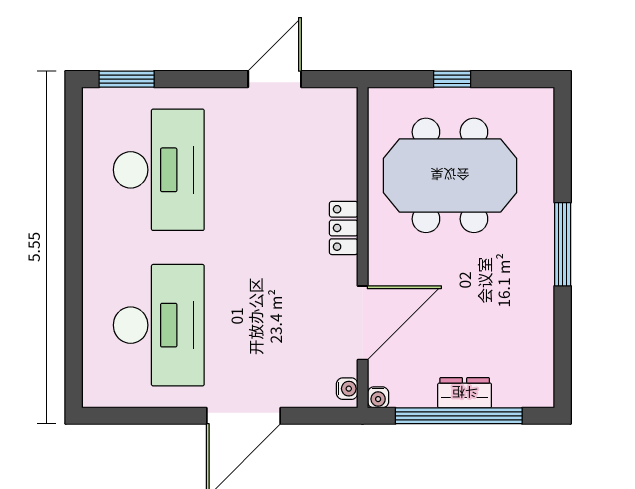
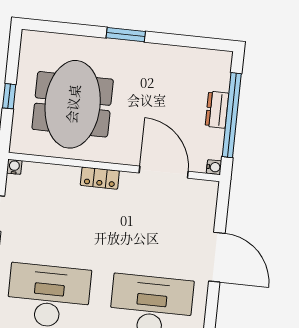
window: (563, 244) -> (126, 35), width x0.69
water cooler: (347, 389) -> (14, 167), moved

